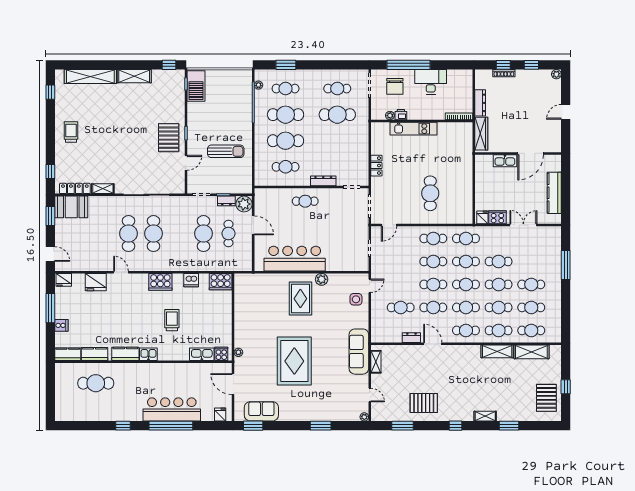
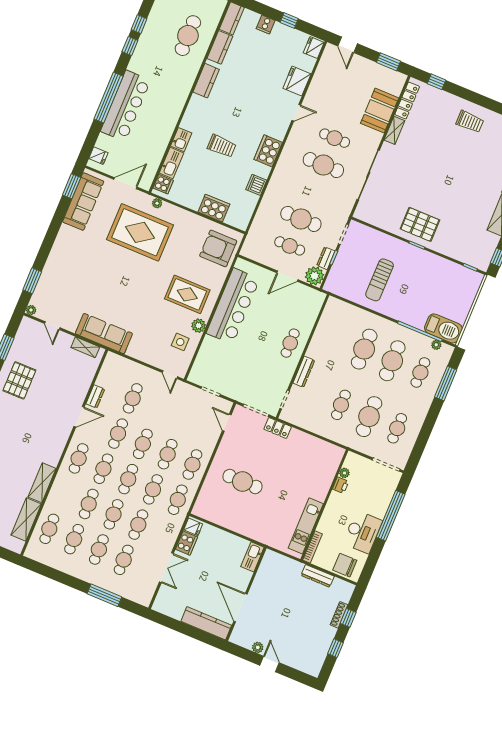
window: (286, 65) -> (446, 383), width x1.44
plant: (556, 74) -> (258, 647), moved
barbecue: (196, 86) -> (443, 328), moved, turned 180
chair: (395, 86) -> (345, 565), moved
kitchen unit: (414, 129) -> (306, 526), moved
wardrobe: (481, 134) -> (284, 563), removed
kitchen sink: (505, 161) -> (252, 557), moved
door: (186, 163) -> (385, 232), removed
locker: (376, 166) -> (278, 428), moved
cafe table: (286, 167) -> (341, 405), moved
kitchen counter: (554, 193) -> (206, 623), moved
booth: (71, 207) -> (380, 111), moved
cafe table: (128, 234) -> (335, 138), width x0.73, depth x0.74
door: (50, 254) -> (348, 45), hinge flipped
cooker: (221, 282) -> (214, 208), moved, turned 90
armchair: (254, 289) -> (218, 248), added
side table: (356, 299) -> (180, 342), moved
window: (50, 308) -> (289, 20), width x0.46
cafe table: (499, 330) -> (124, 560), moved
kitchen sink: (148, 354) -> (181, 140), moved
rug: (294, 361) -> (140, 232), moved
door: (370, 395) -> (52, 326), hinge flipped
sofa: (261, 411) -> (83, 202), width x1.36
window: (103, 426) -> (139, 24), added
window: (321, 426) -> (32, 281), moved

